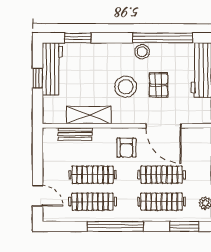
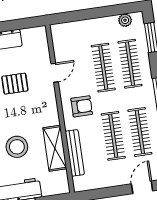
stool: (126, 87) -> (17, 147), moved
door: (163, 126) -> (55, 73), width x0.53
bench: (75, 134) -> (75, 153), width x1.36

